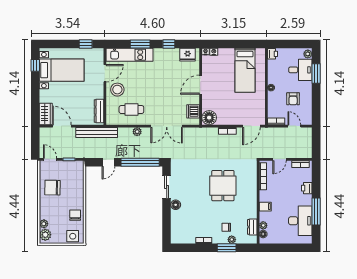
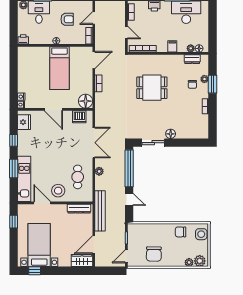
bed: (245, 70) -> (60, 68), moved, turned 90
door: (251, 126) -> (94, 60), hinge flipped

